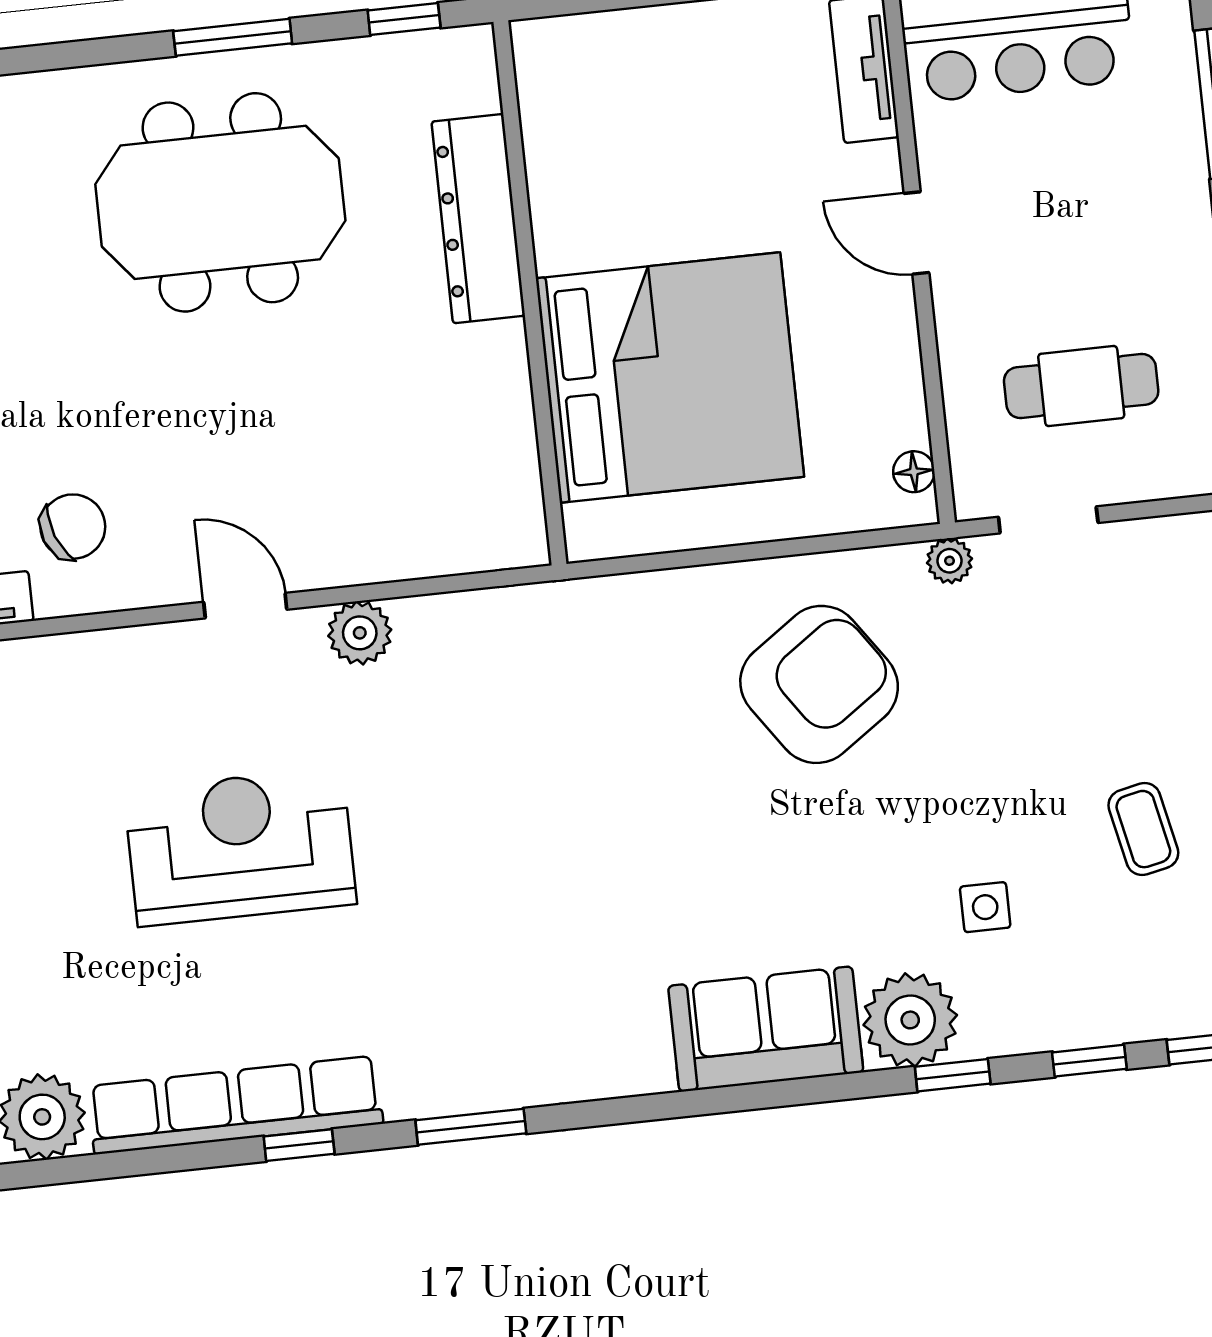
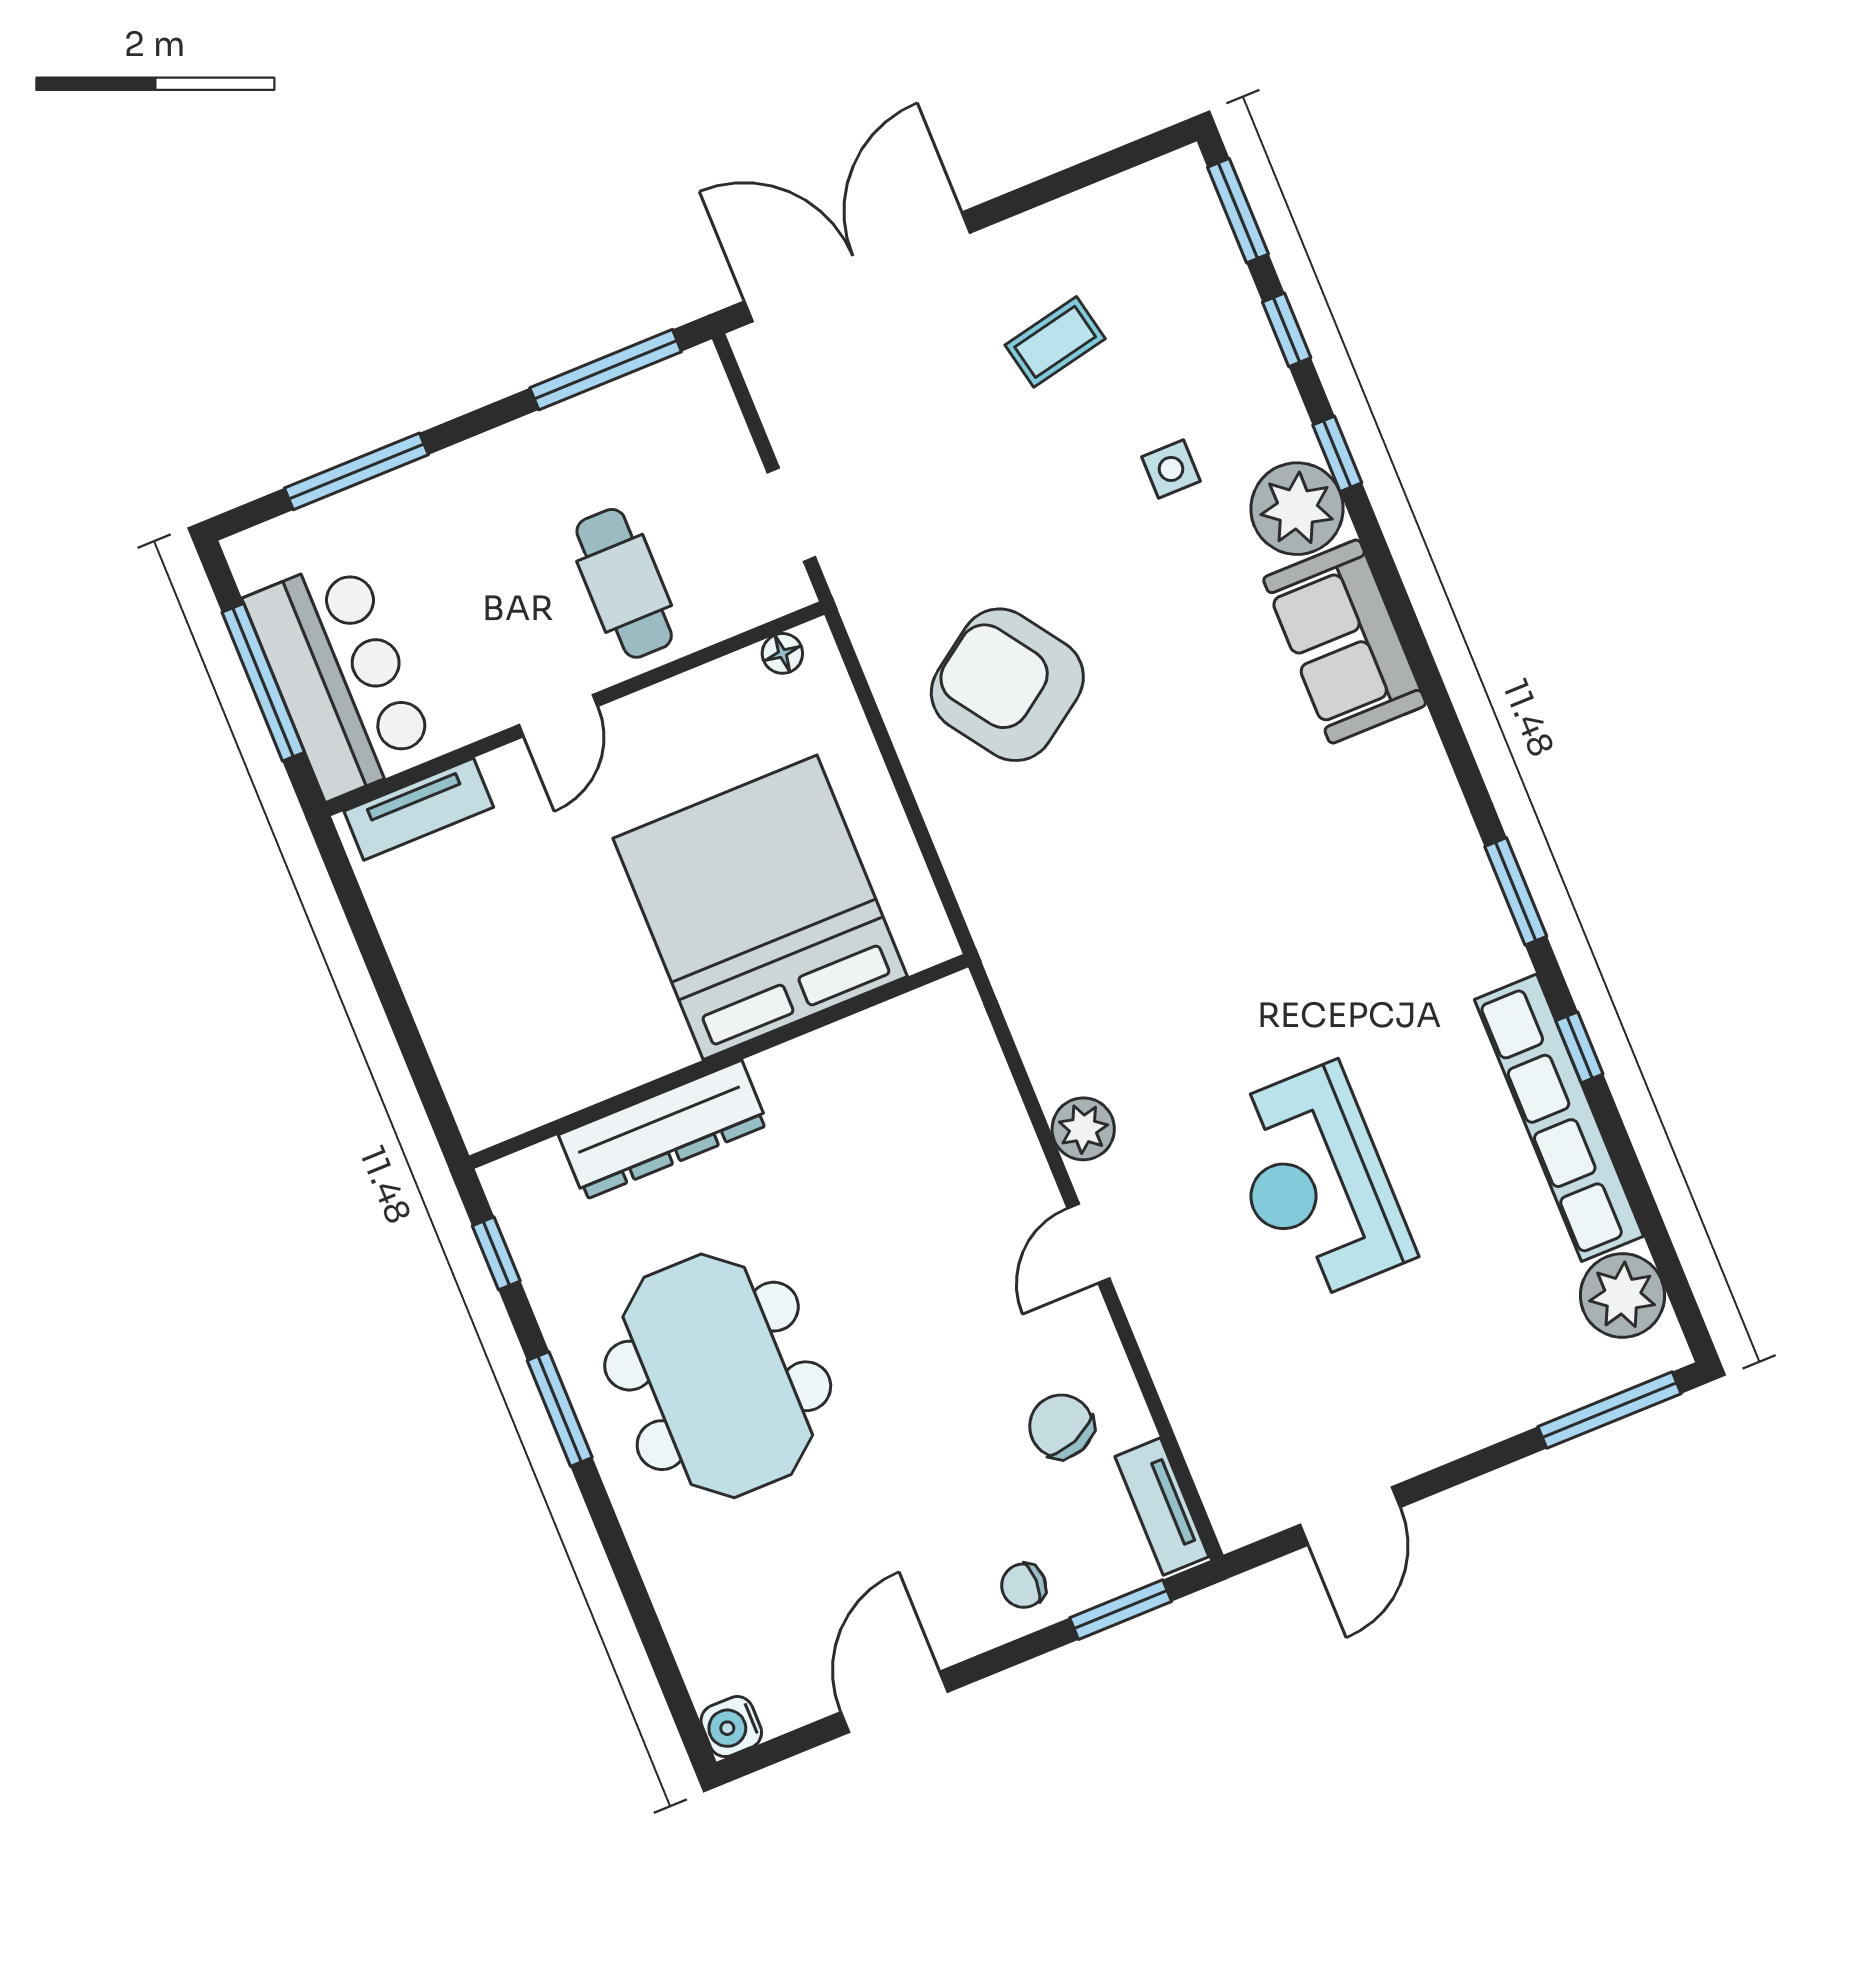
cafe table: (1081, 386) -> (624, 583), moved
plant: (950, 561) -> (856, 596), removed

